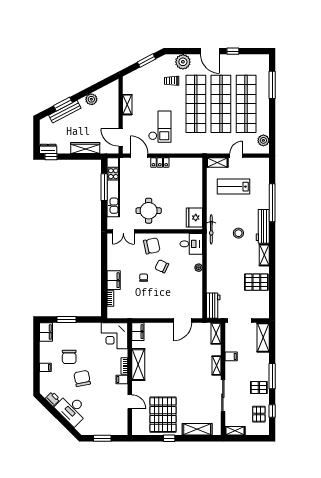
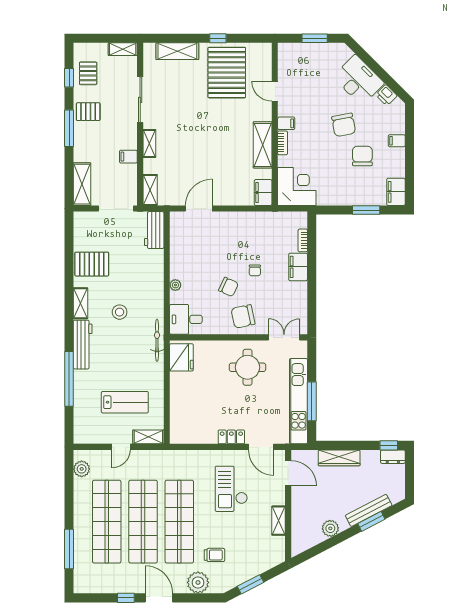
stool: (238, 233) -> (120, 312), moved

